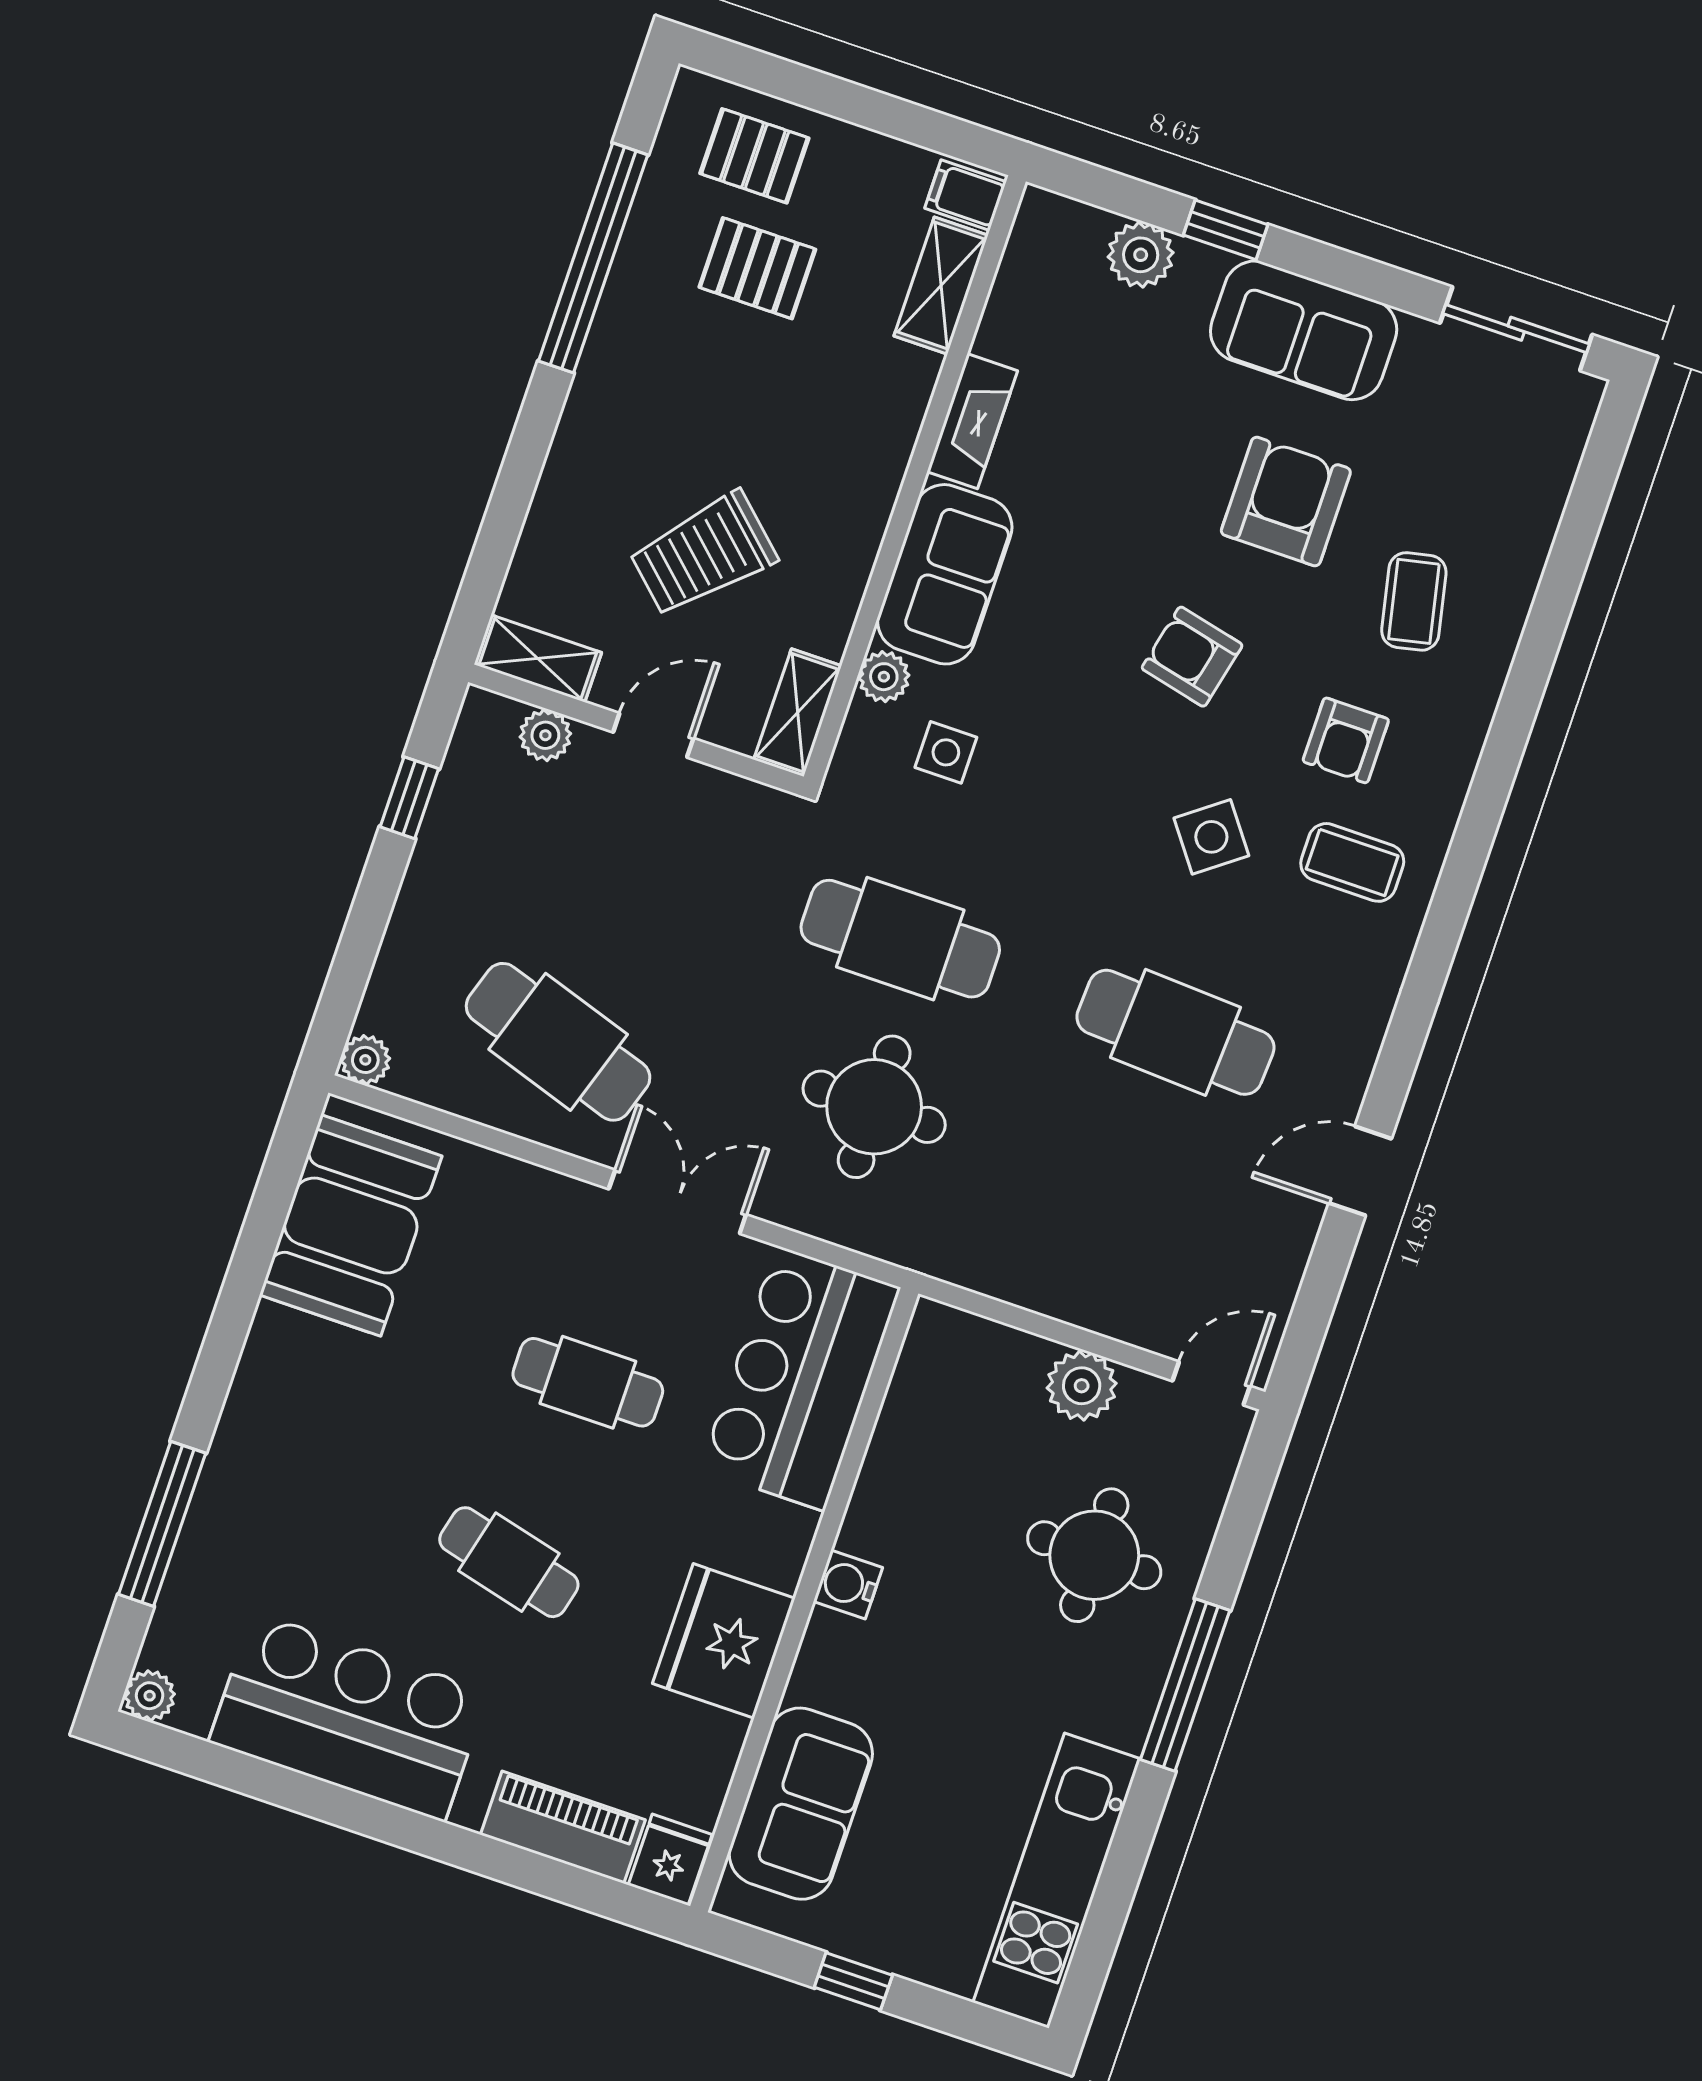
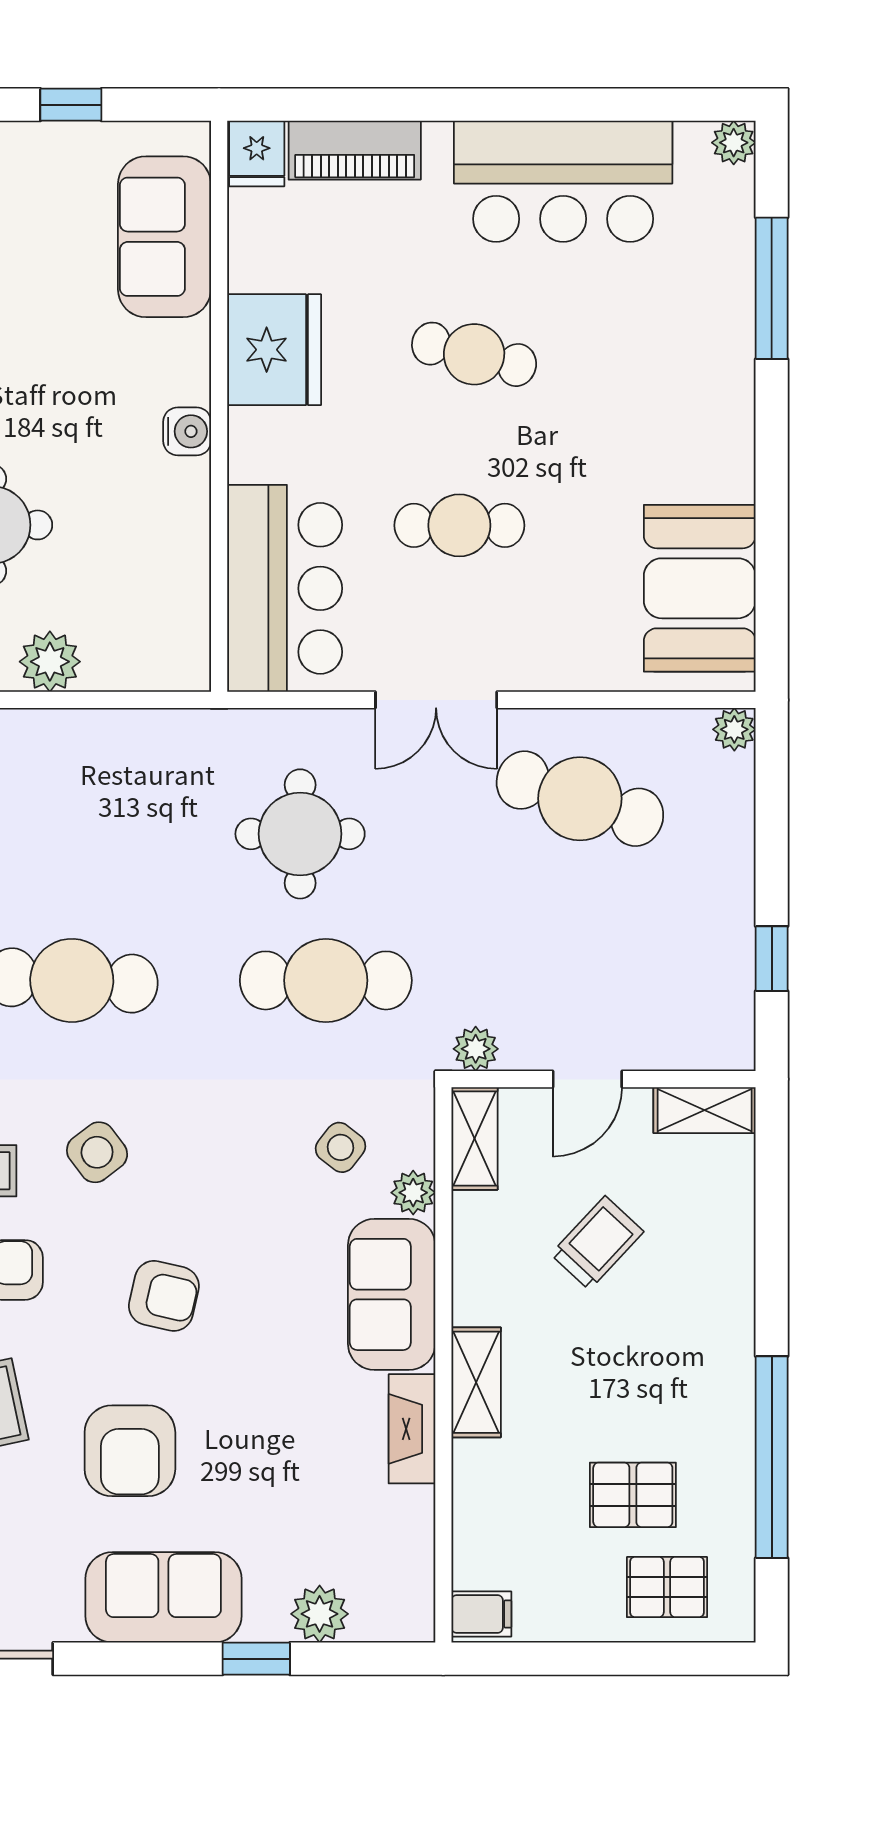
shelving: (941, 286) -> (476, 1382), moved
trolley: (703, 554) -> (597, 1243), width x0.73, depth x0.72
plant: (545, 735) -> (476, 1049), moved
side table: (946, 752) -> (341, 1147), turned 38

